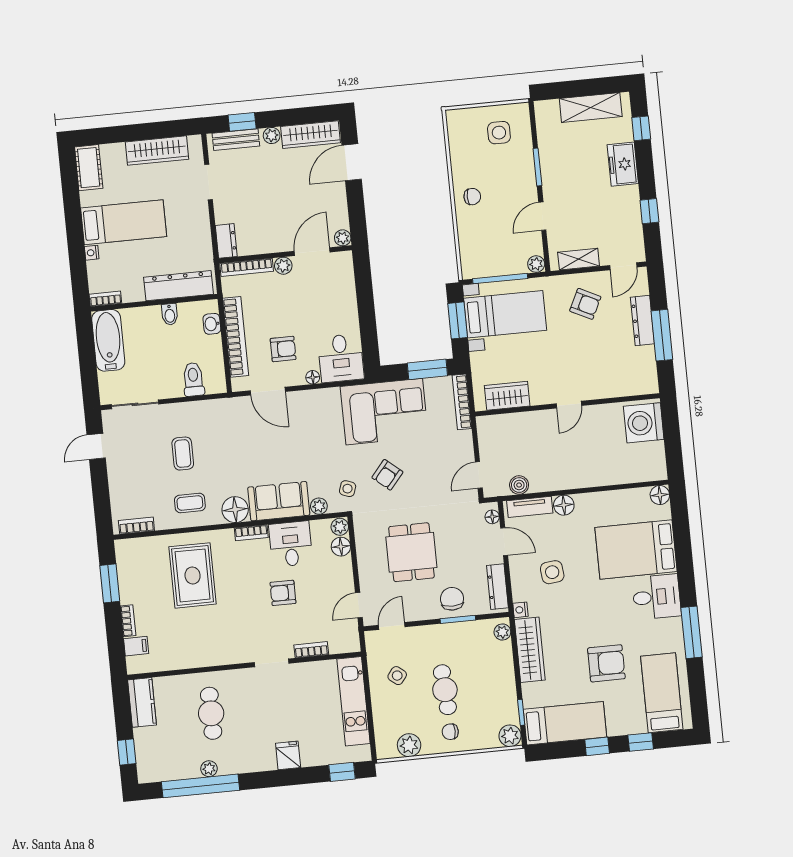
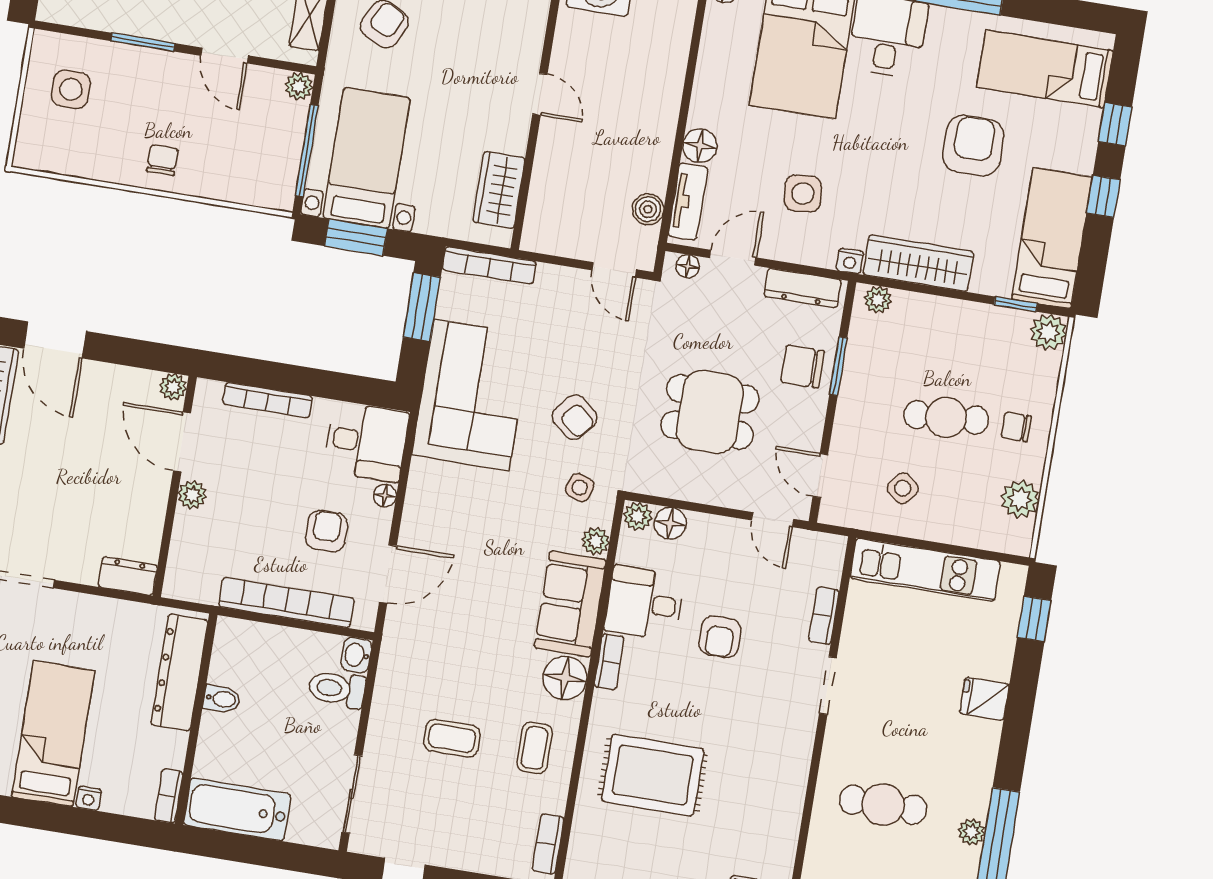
bookcase: (247, 267) -> (268, 400), moved, turned 90
washbasin: (212, 324) -> (356, 655), moved, turned 90
chair: (450, 732) -> (1016, 427), turned 90

